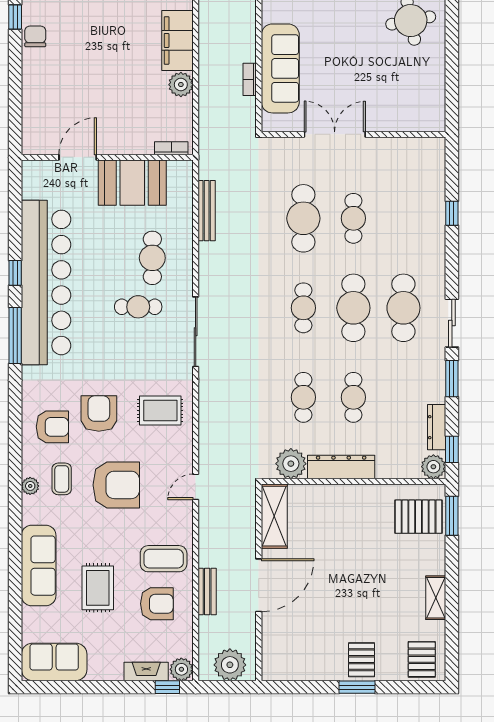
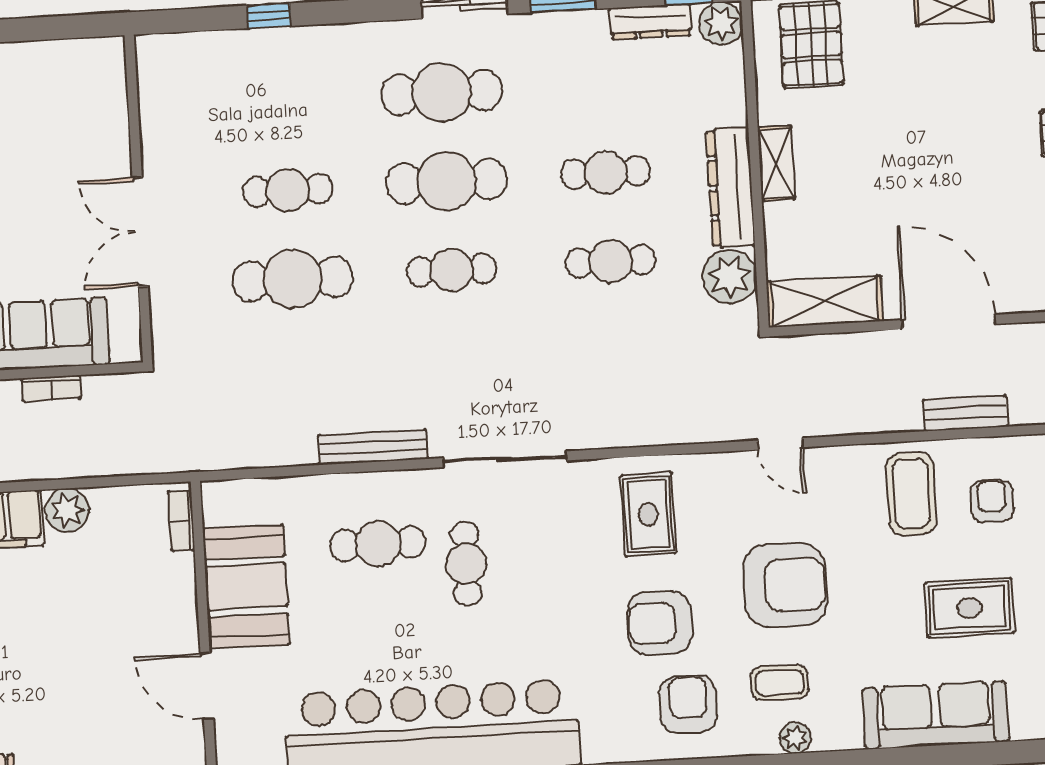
bench: (207, 211) -> (373, 447), moved
armchair: (116, 485) -> (785, 585), turned 90
shelving: (353, 493) -> (776, 163), added
armchair: (157, 604) -> (992, 501), width x0.72, depth x0.72

